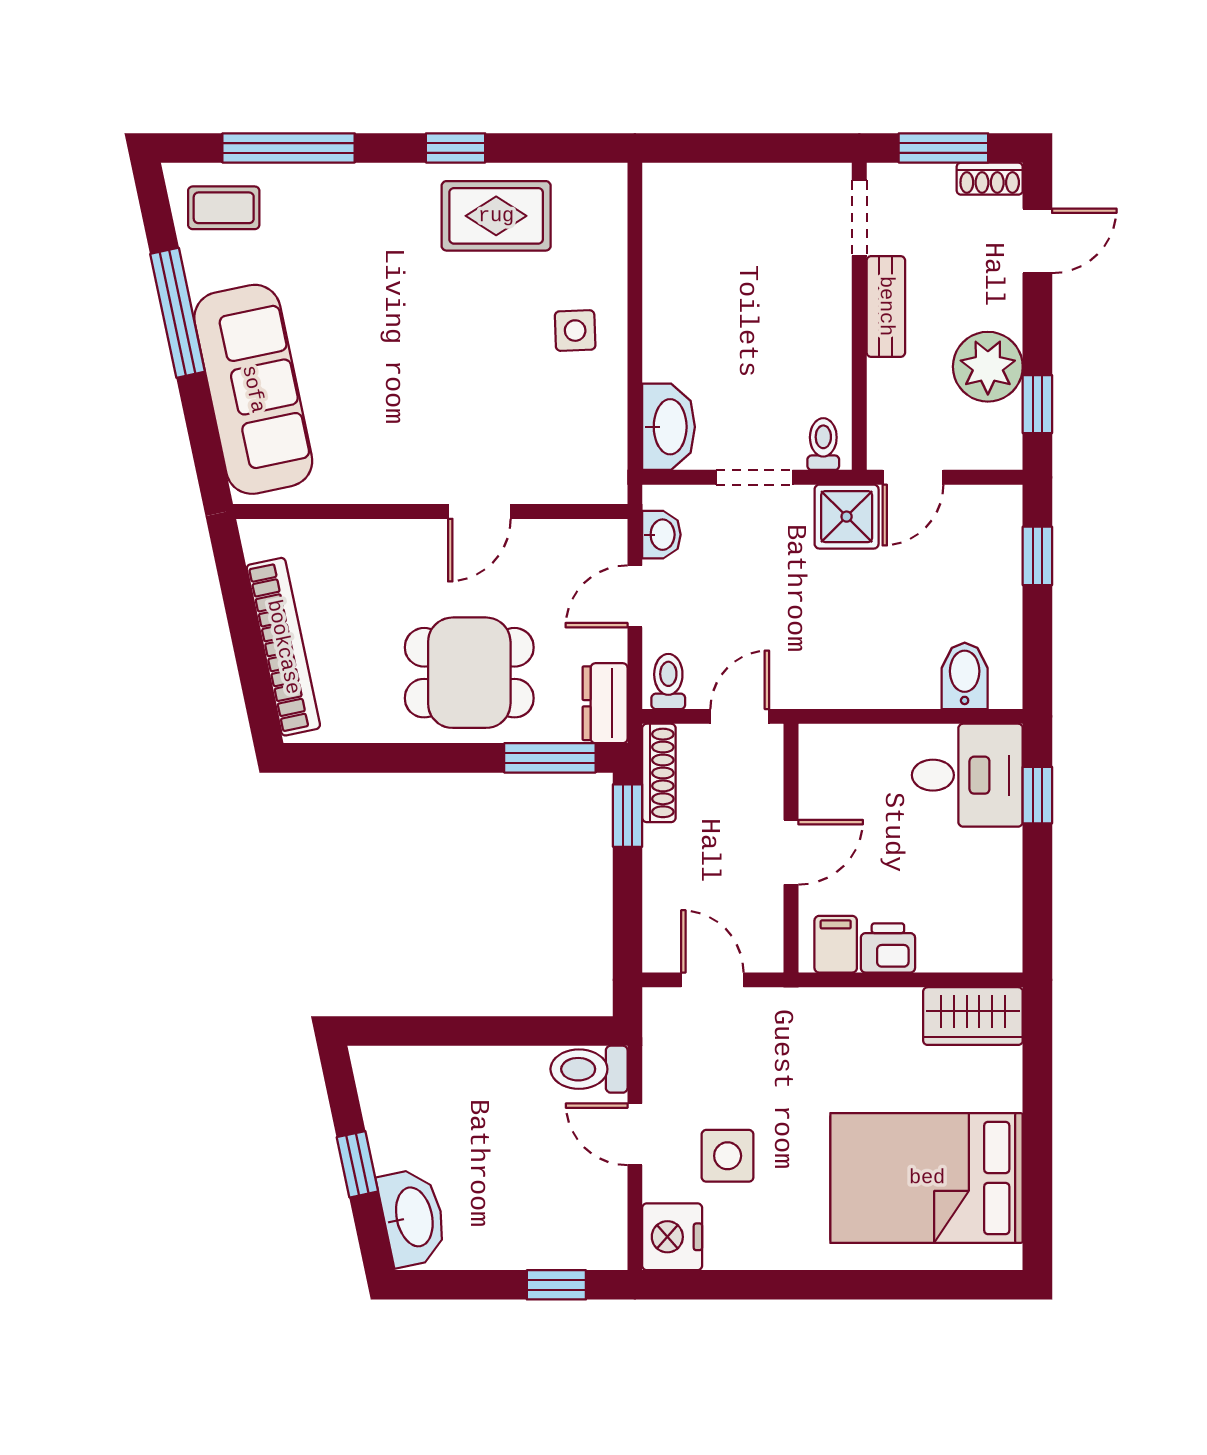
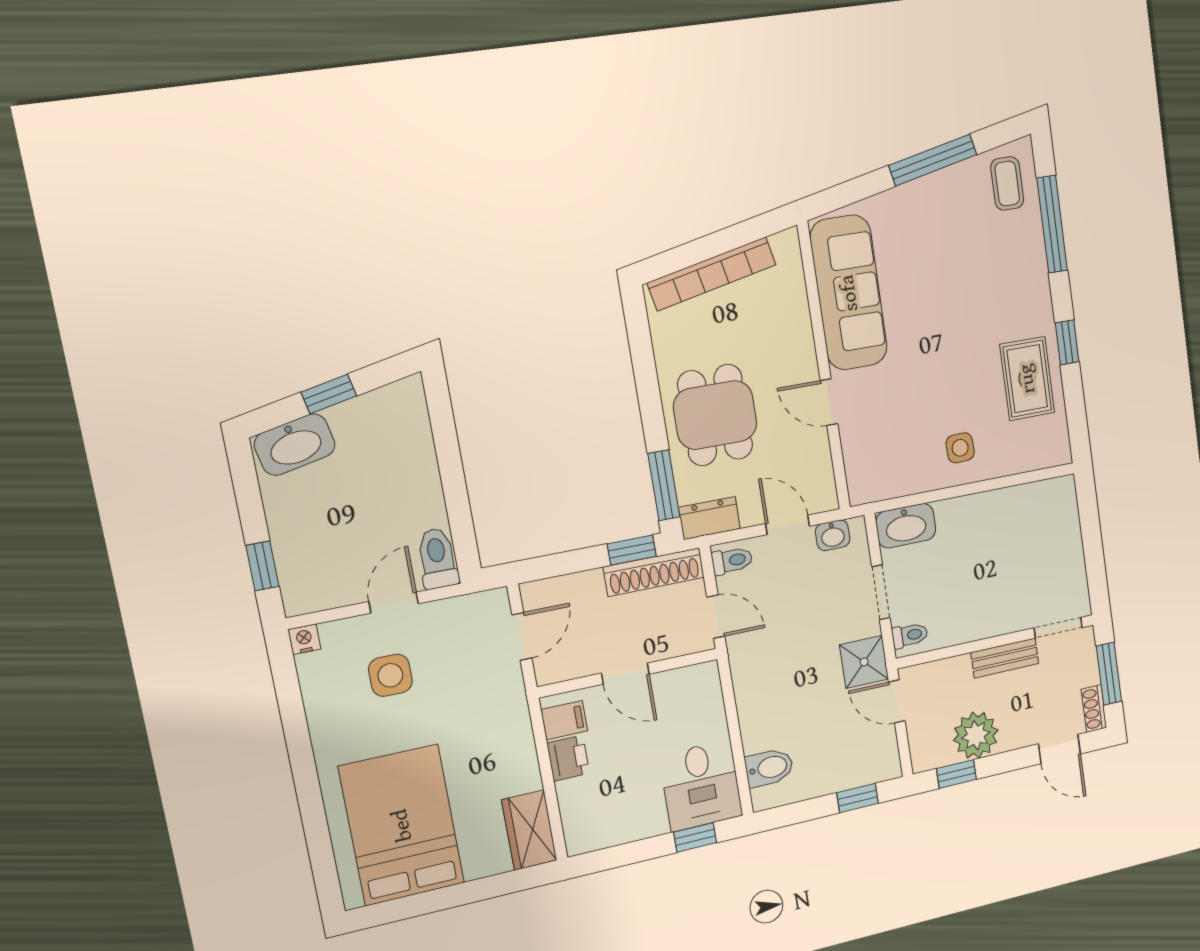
sofa: (253, 389) -> (849, 293), moved, turned -78
shoe rack: (659, 773) -> (654, 572), width x1.36, depth x1.24
nightstand: (672, 1237) -> (304, 639), width x0.53, depth x0.56

